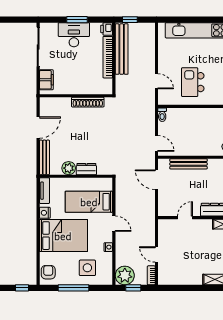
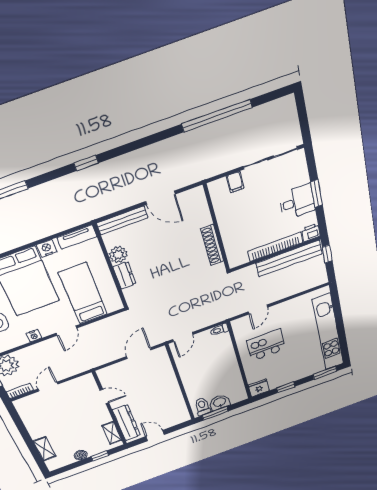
desk: (74, 35) -> (297, 202), width x0.73
filing cabinet: (46, 80) -> (235, 182), width x0.50
bench: (189, 164) -> (169, 376), removed

